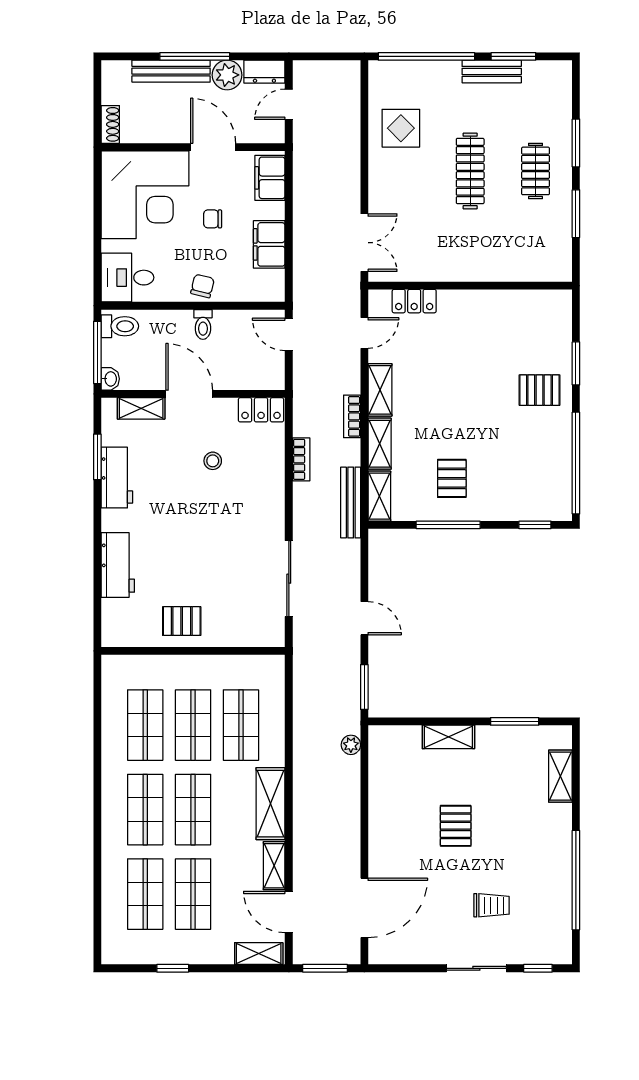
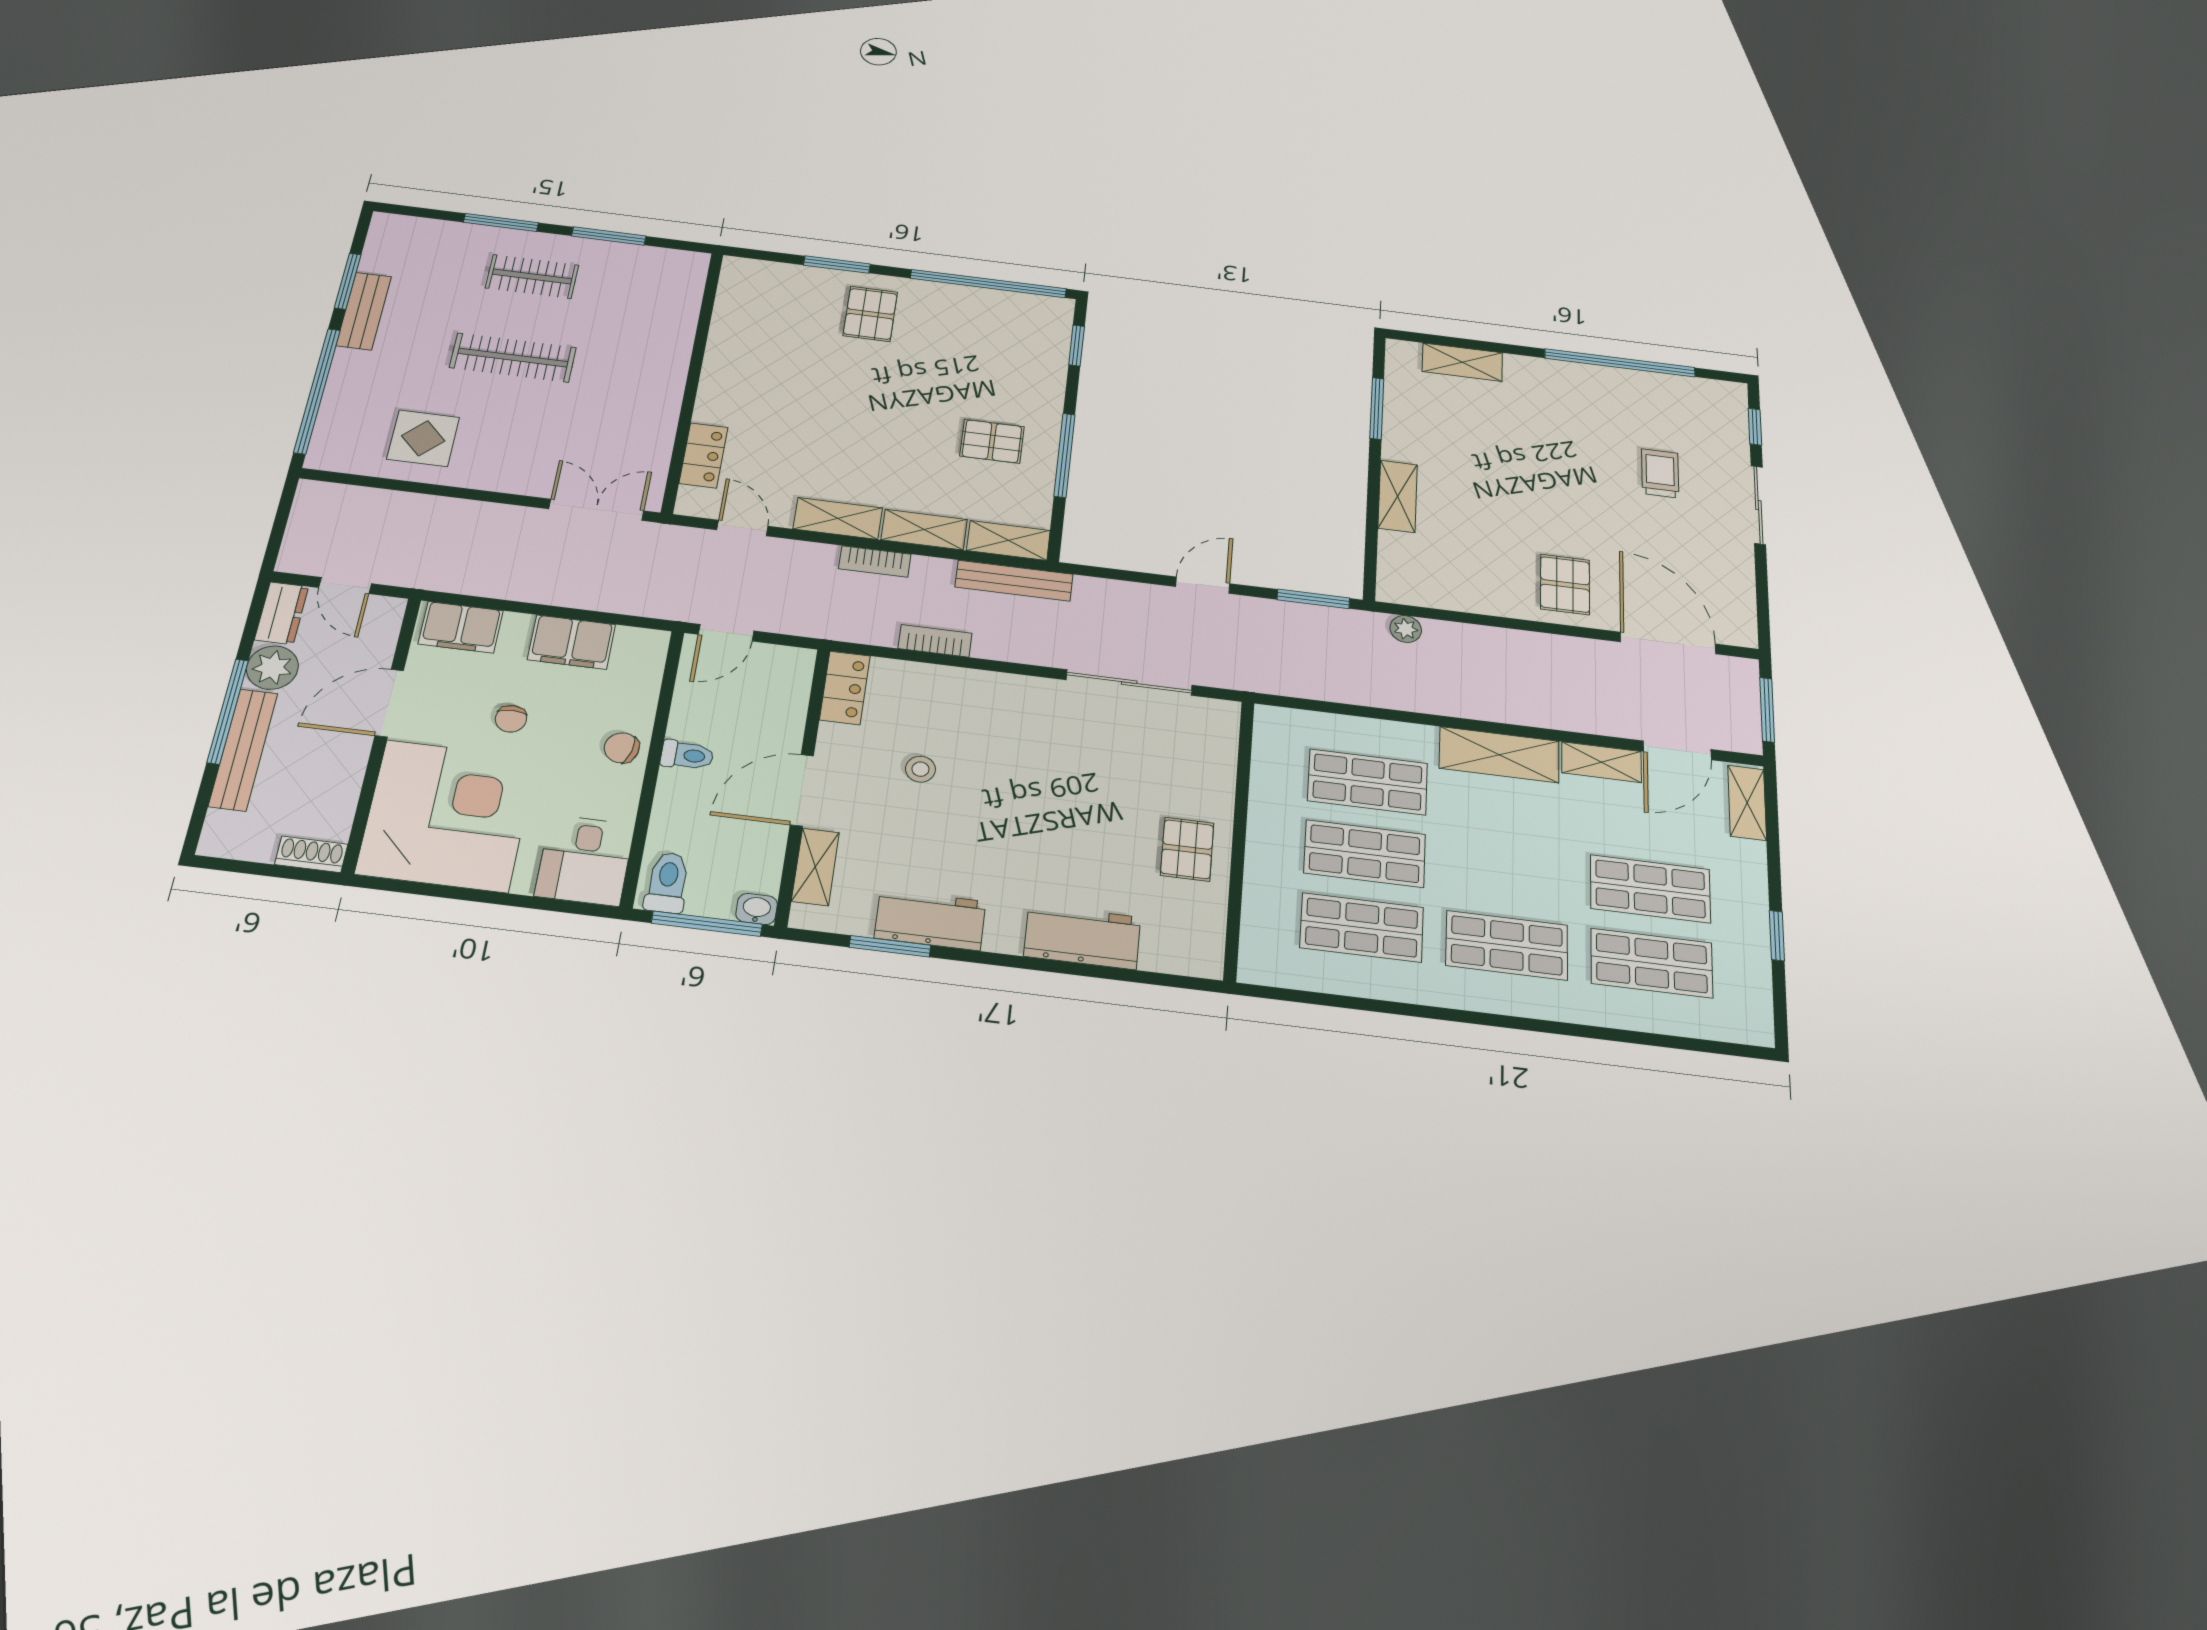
shop shelf: (193, 810) -> (1508, 871), removed
pallet: (456, 826) -> (1565, 584), moved, turned 90

